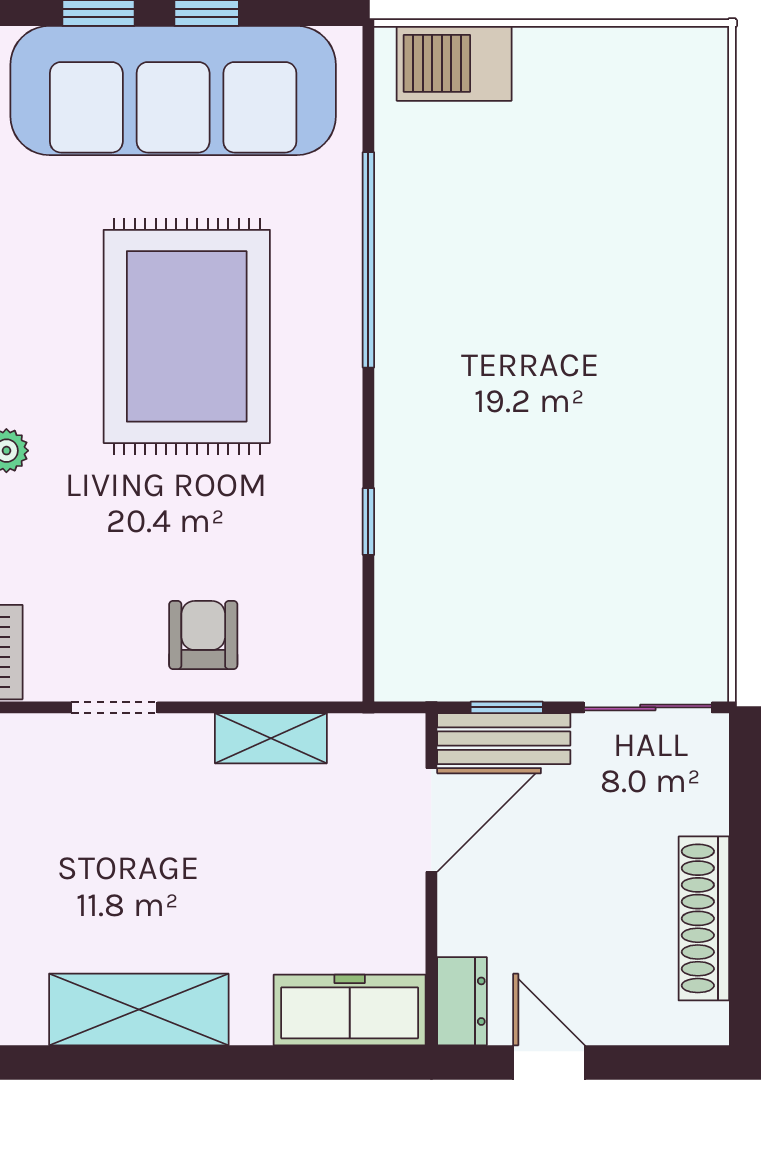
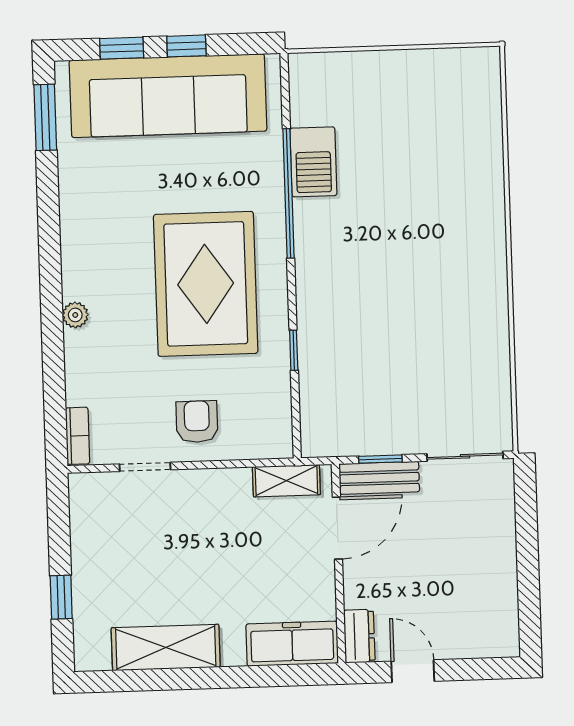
barbecue: (454, 63) -> (313, 162), moved, turned -90
rug: (187, 336) -> (206, 284), moved
shelving: (271, 738) -> (286, 481), moved
shoe rack: (704, 918) -> (503, 582), removed

